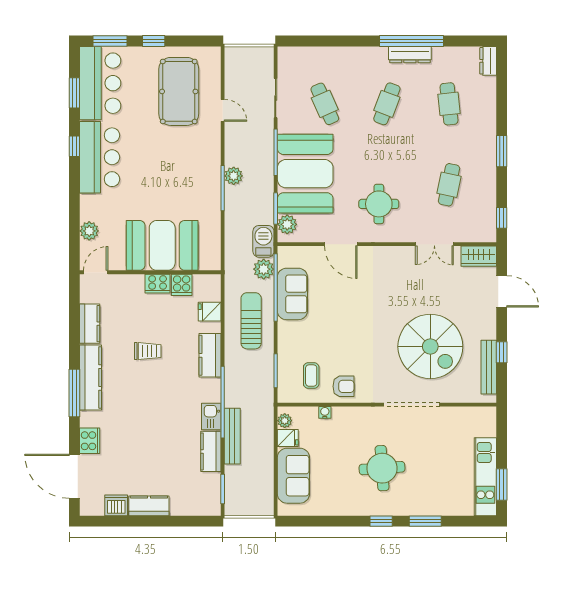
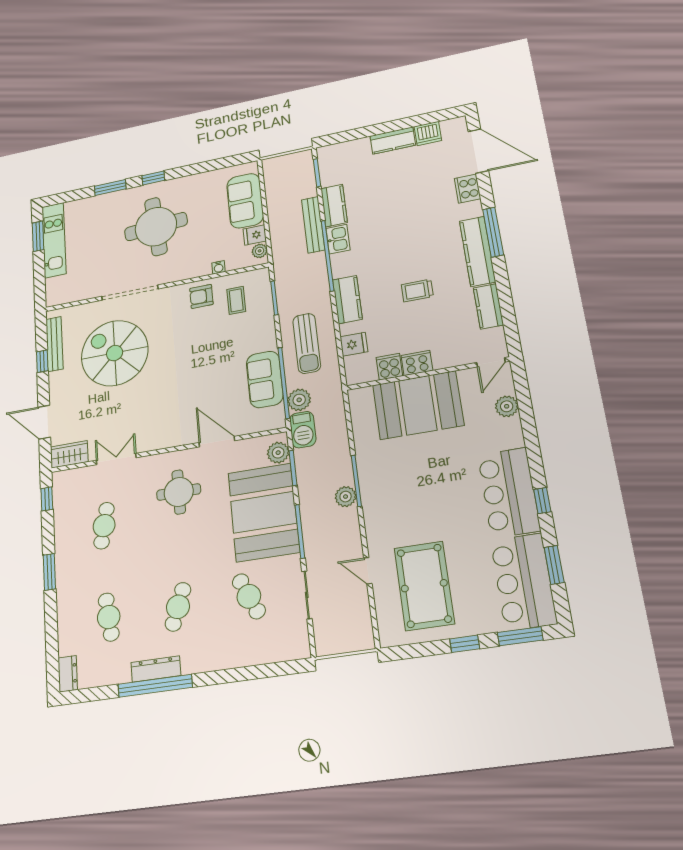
round table: (382, 468) -> (156, 227), width x1.36, depth x1.36

